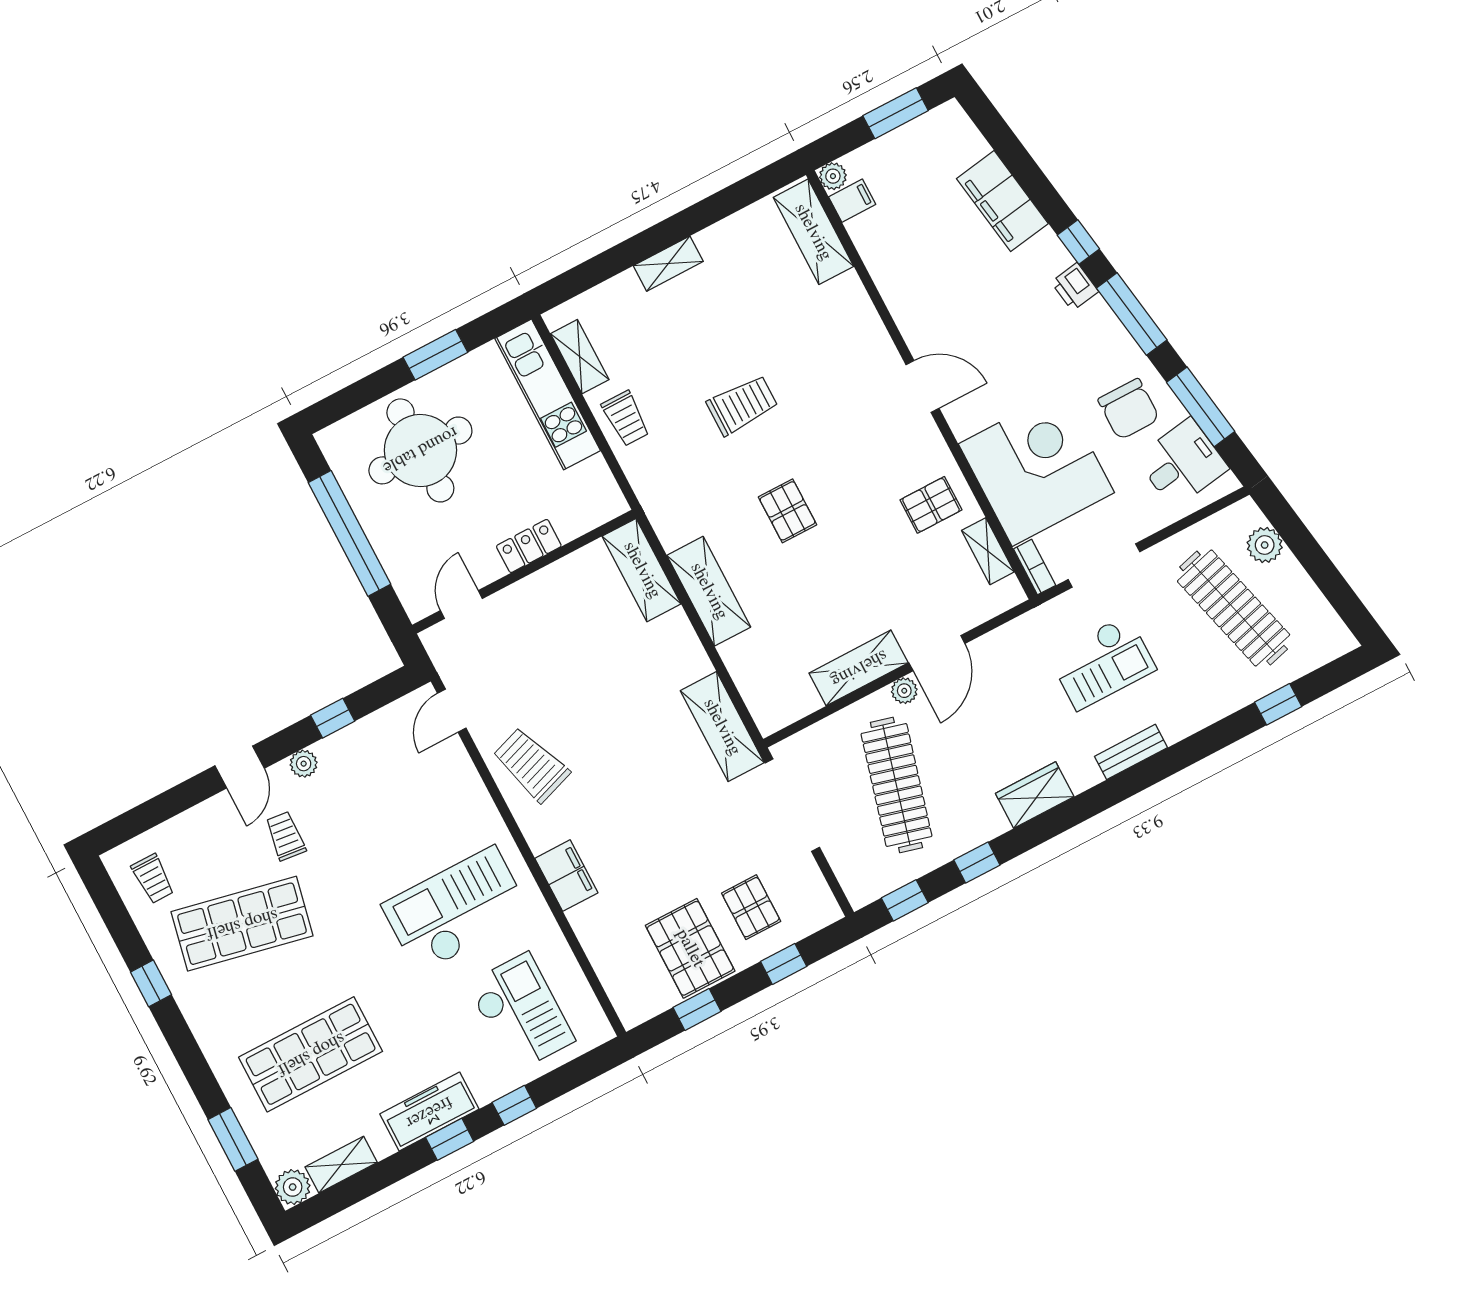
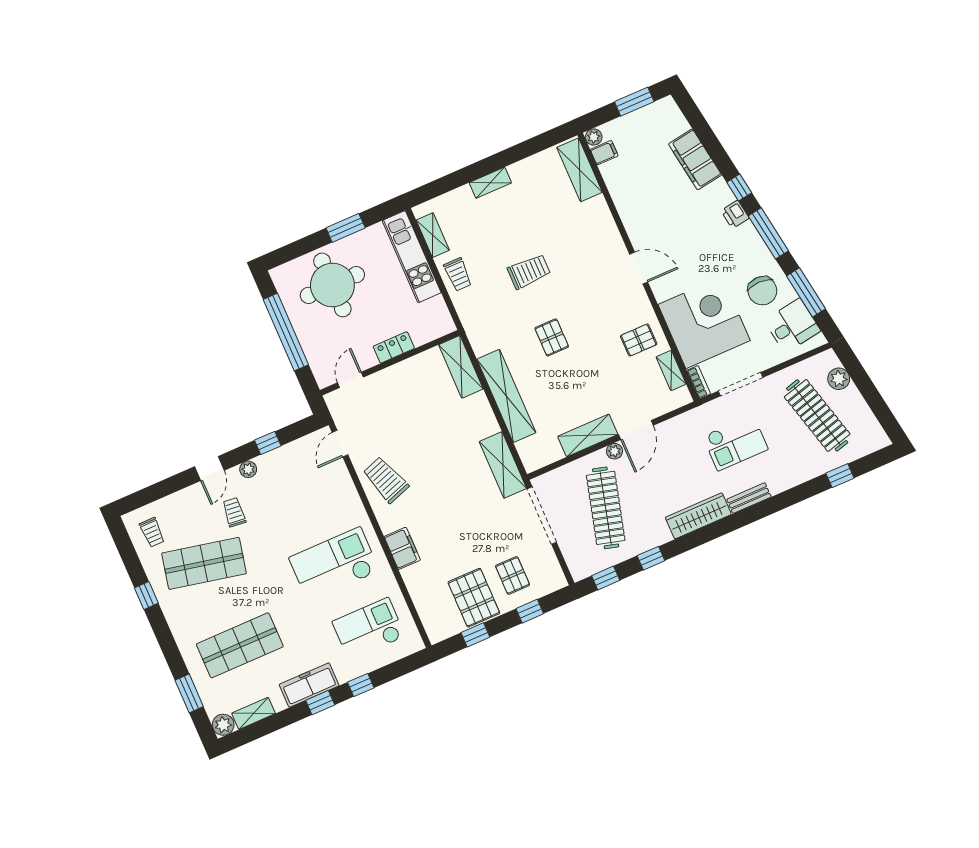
shelving: (709, 591) -> (506, 396), width x1.47
wardrobe: (1035, 795) -> (698, 516), width x1.50
checkout: (521, 1012) -> (369, 629), turned -90

